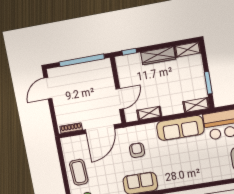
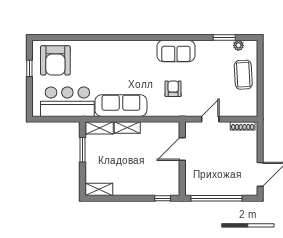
wardrobe: (158, 56) -> (132, 189), removed
shelving: (149, 113) -> (127, 128), moved
door: (100, 129) -> (210, 119), width x0.53
armchair: (137, 150) -> (173, 89), turned 180

